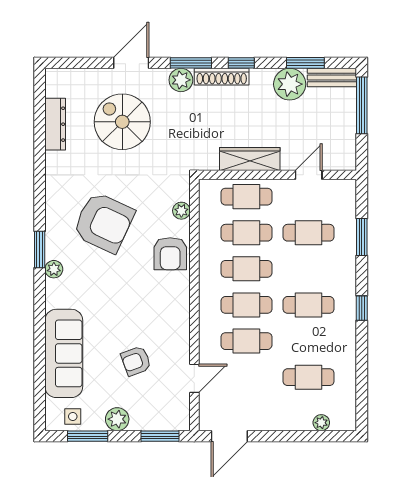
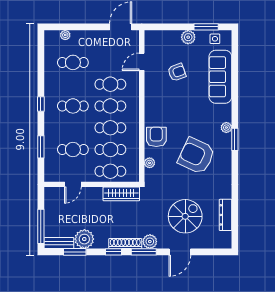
spiral stairs: (122, 122) -> (185, 216), turned -90
wardrobe: (250, 159) -> (121, 194), moved
window: (160, 436) -> (162, 27), removed

